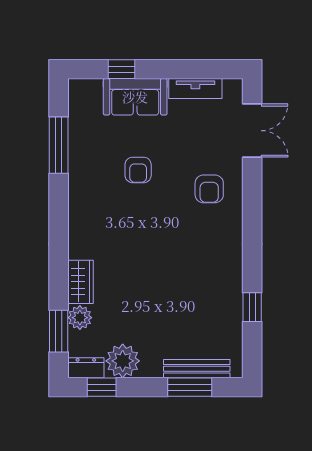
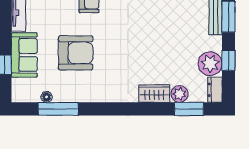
floor lamp: (76, 129) -> (47, 97), added
armchair: (138, 170) -> (76, 53), width x1.88, depth x1.88
window: (102, 387) -> (229, 60), moved

